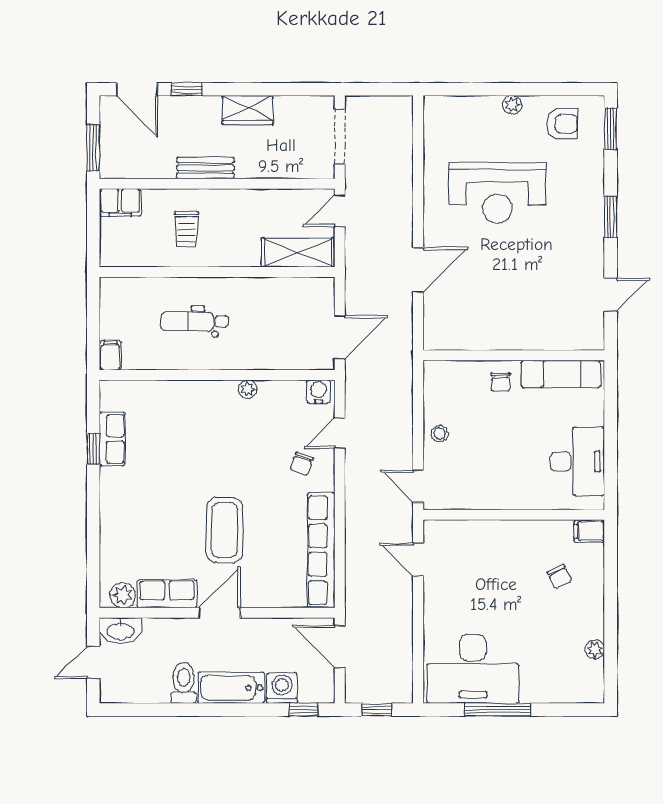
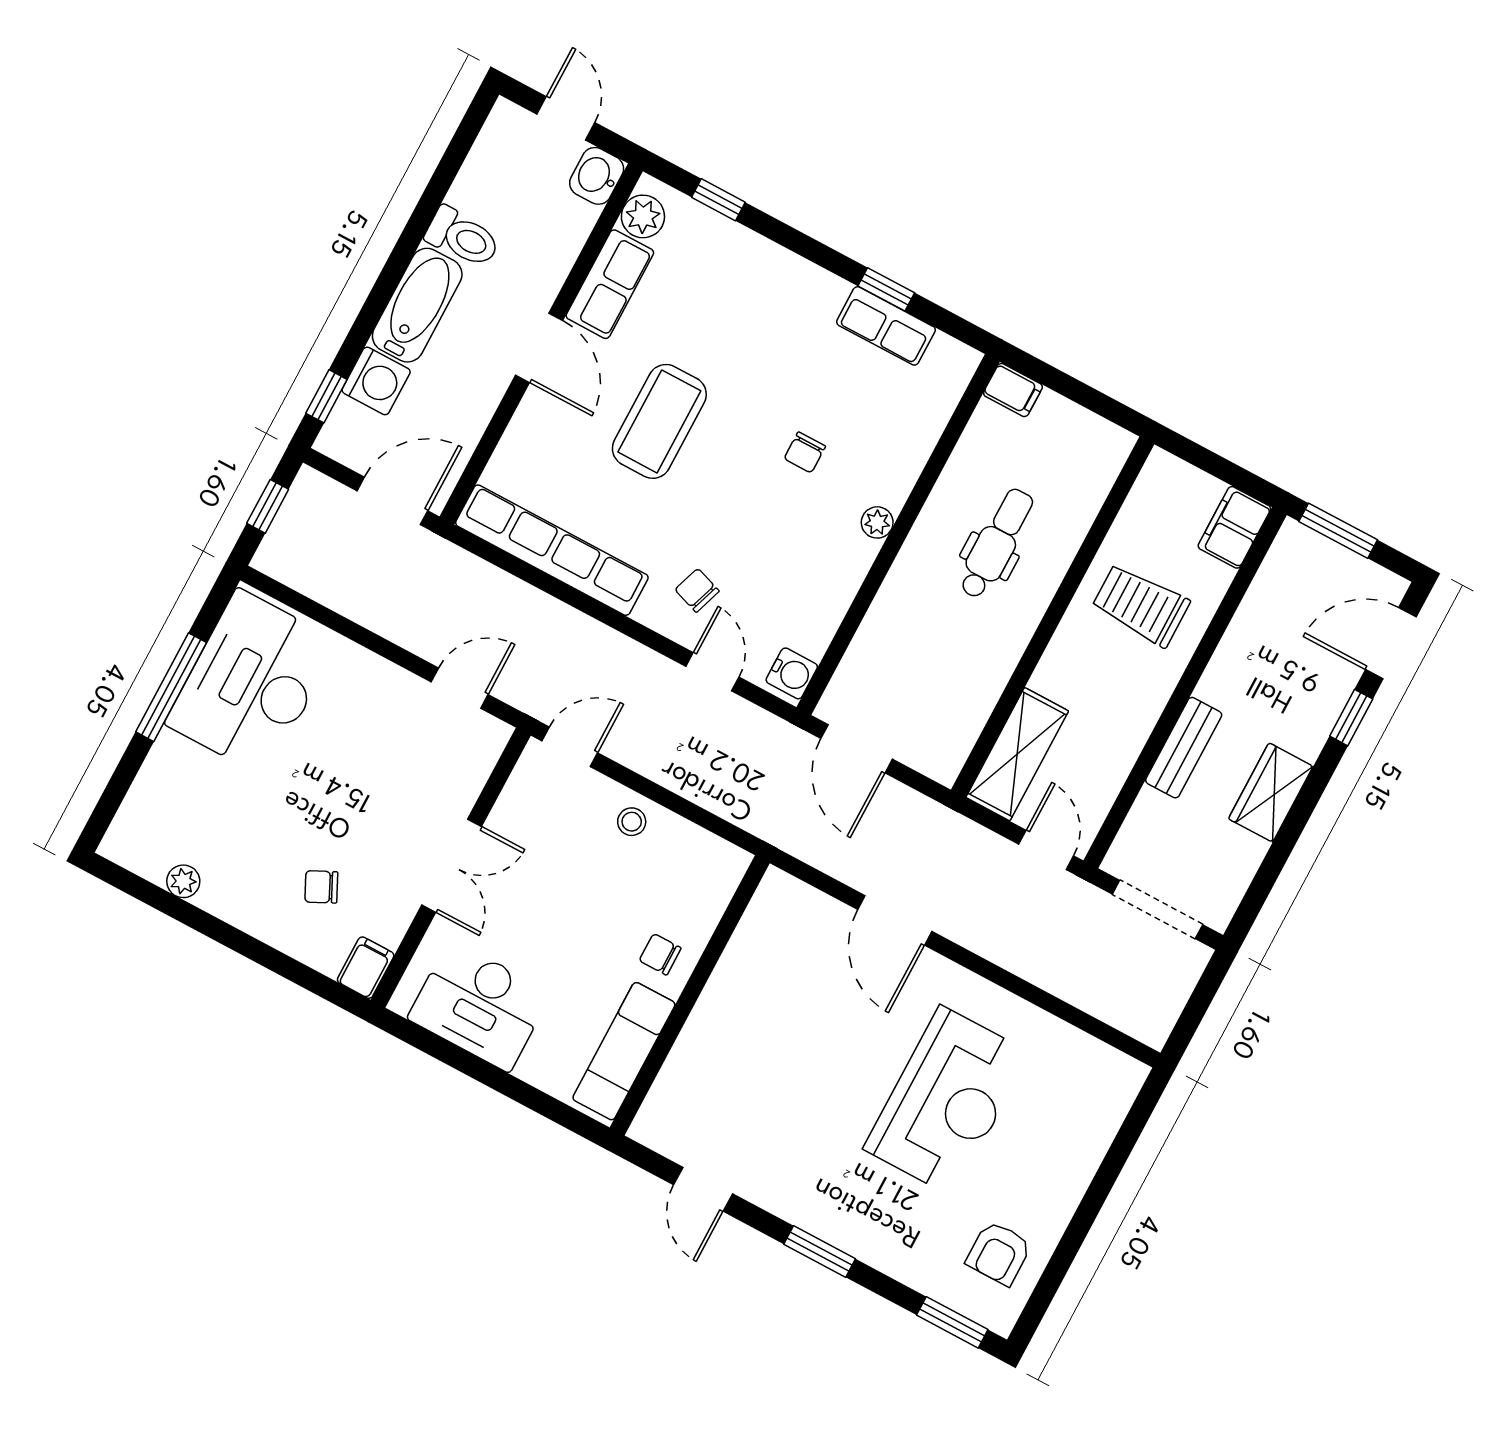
plant: (512, 105) -> (1067, 1193), removed
bench: (205, 168) -> (1184, 748), moved
reception desk: (497, 193) -> (947, 1101), turned 180
trolley: (186, 230) -> (1141, 605), width x1.36, depth x1.39
plant: (248, 389) -> (877, 522), moved
chair: (200, 446) -> (805, 452), added
double door: (512, 515) -> (452, 866), added
coffee table: (225, 530) -> (659, 421), turned 90
window: (93, 561) -> (718, 200), added
washbasin: (120, 631) -> (597, 176), width x0.72

